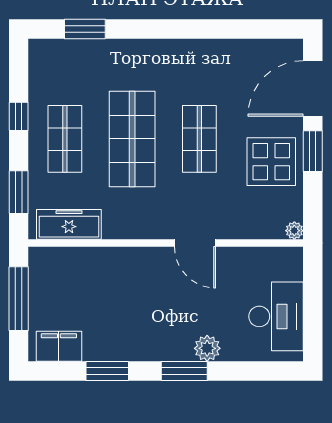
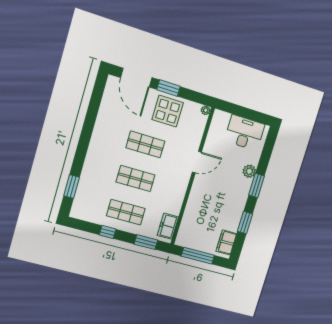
shop shelf: (132, 139) -> (136, 178), width x0.70, depth x0.74
freezer: (69, 224) -> (168, 226), width x0.71

